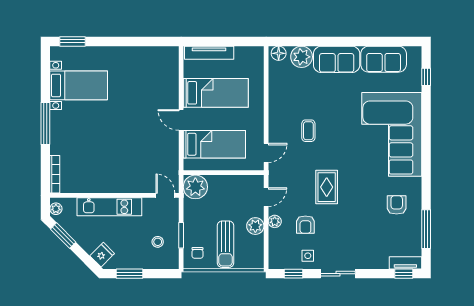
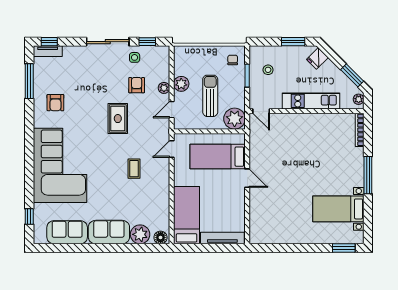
bed: (216, 93) -> (187, 215), moved, turned 90
sun lounger: (226, 244) -> (210, 96), moved
sliding door: (338, 274) -> (108, 42), width x1.37

